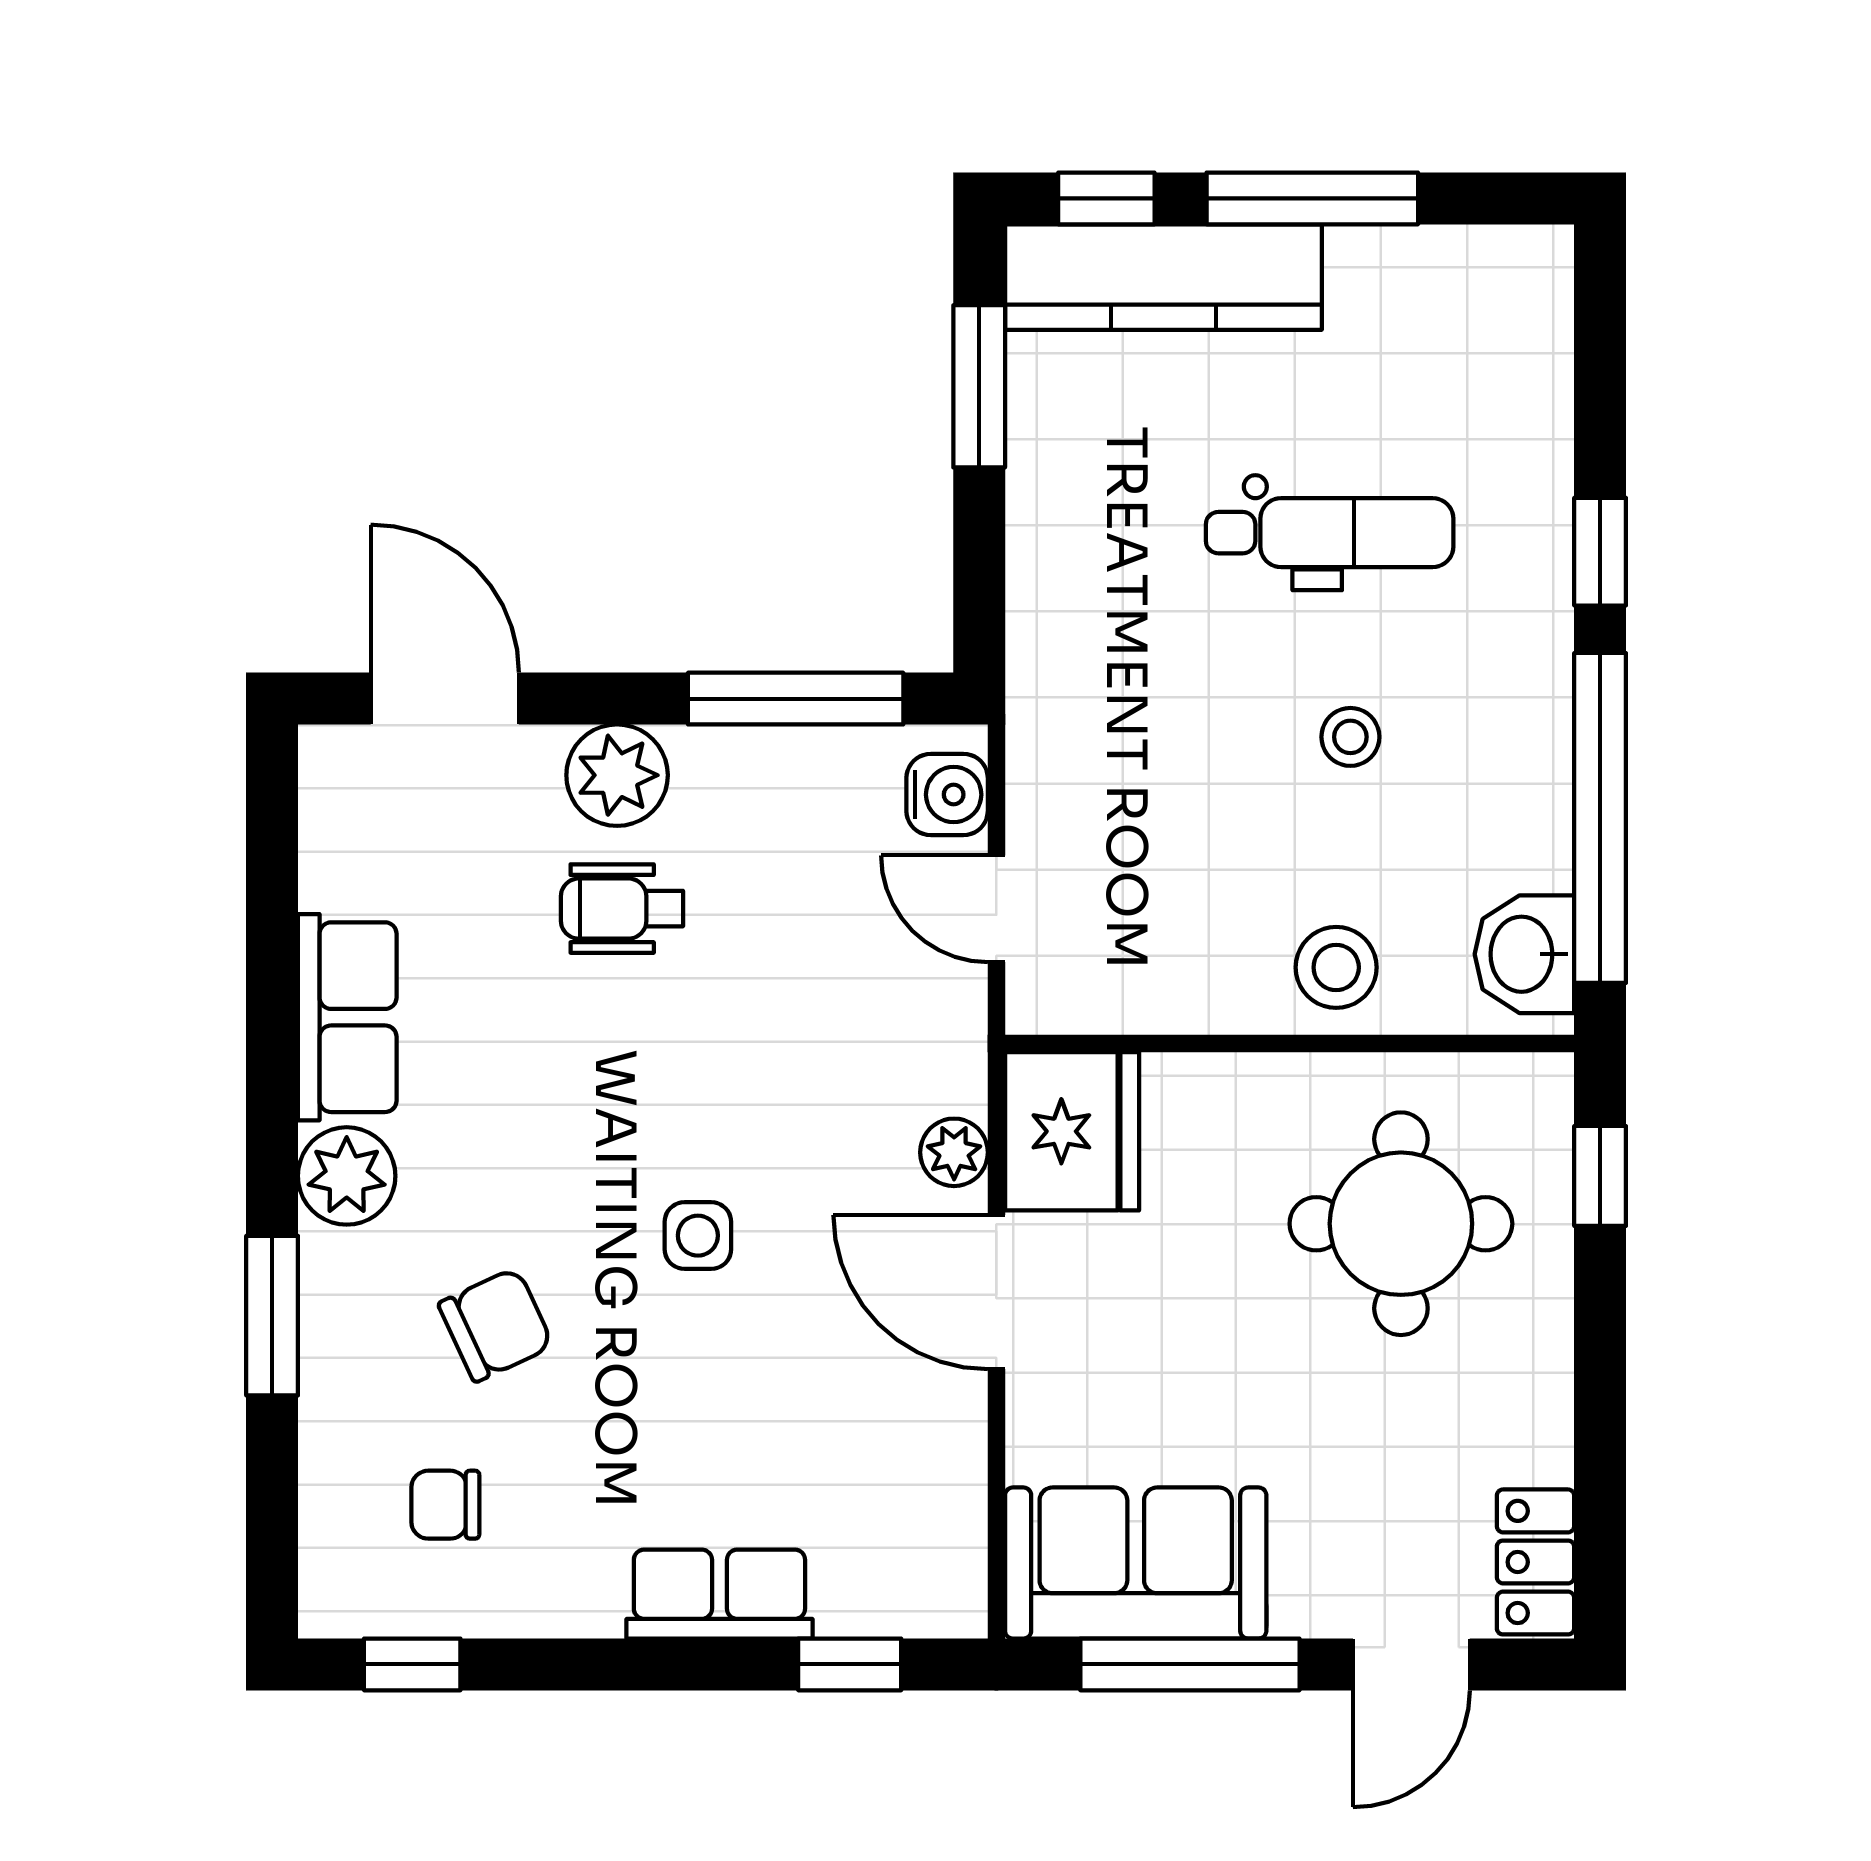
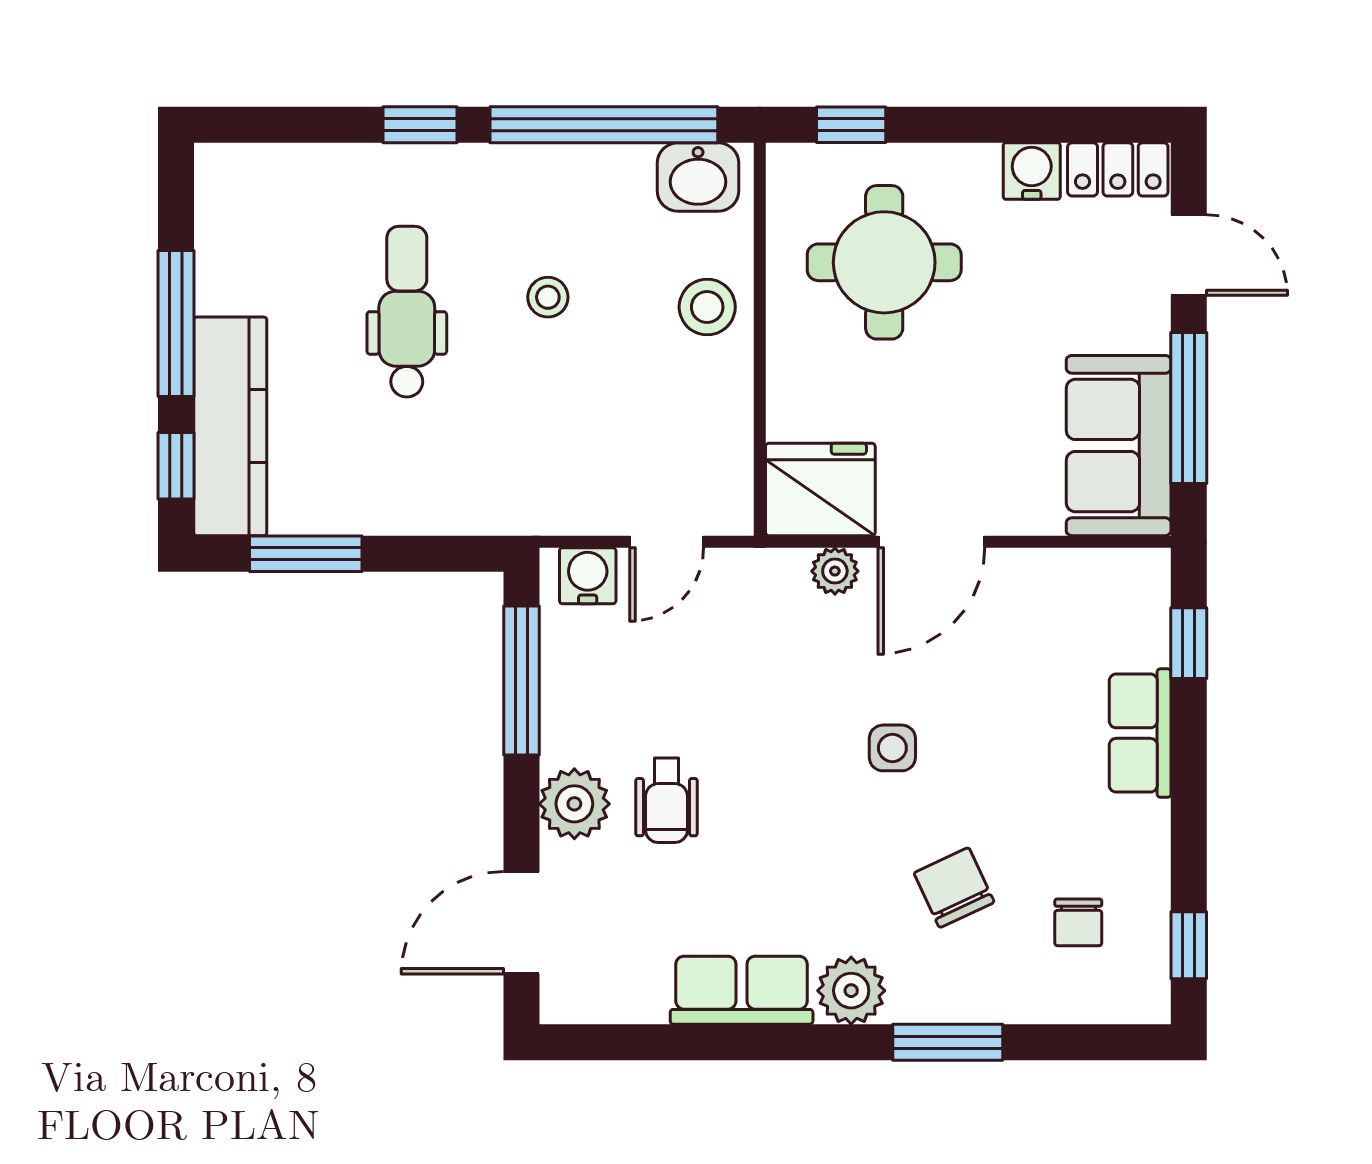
water cooler: (1533, 1437) -> (1032, 171), added

